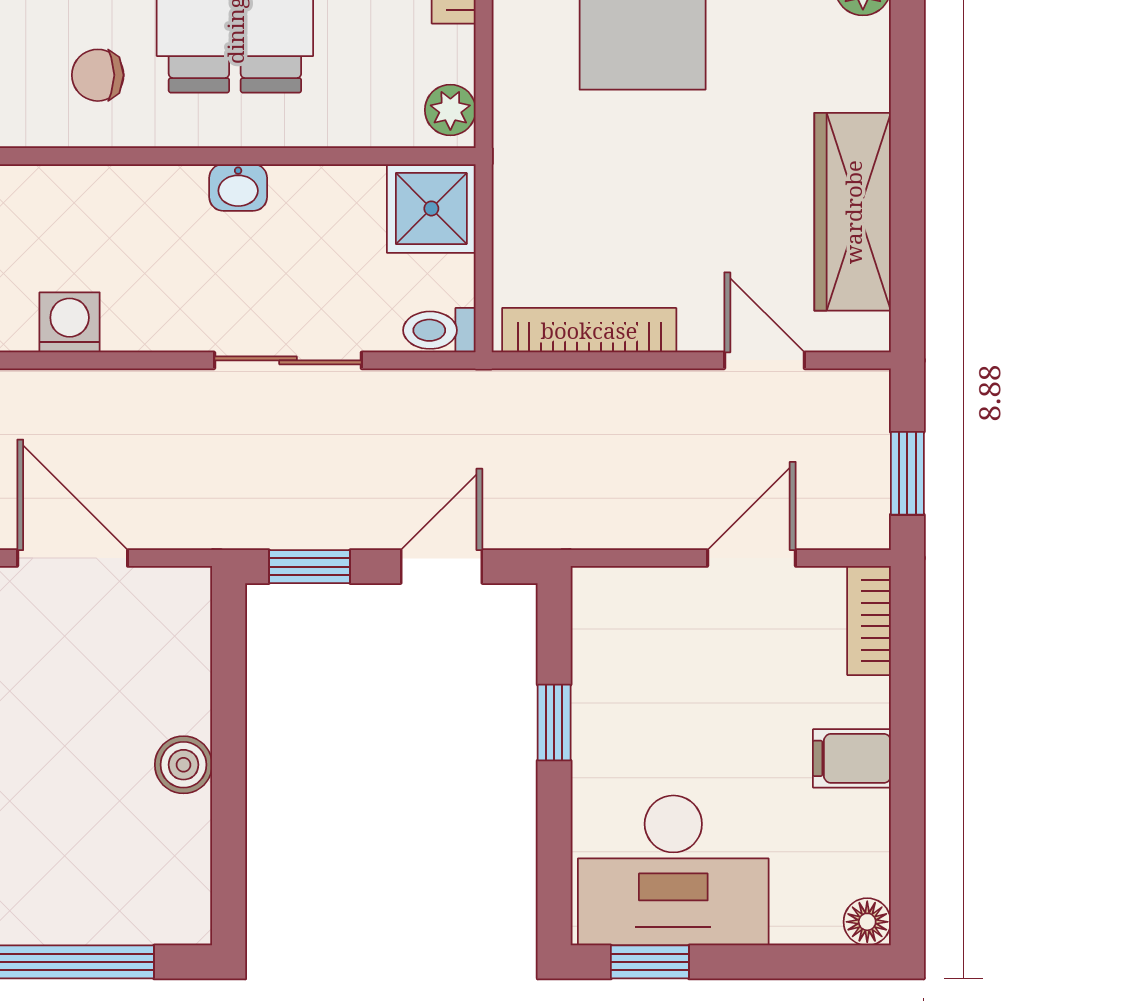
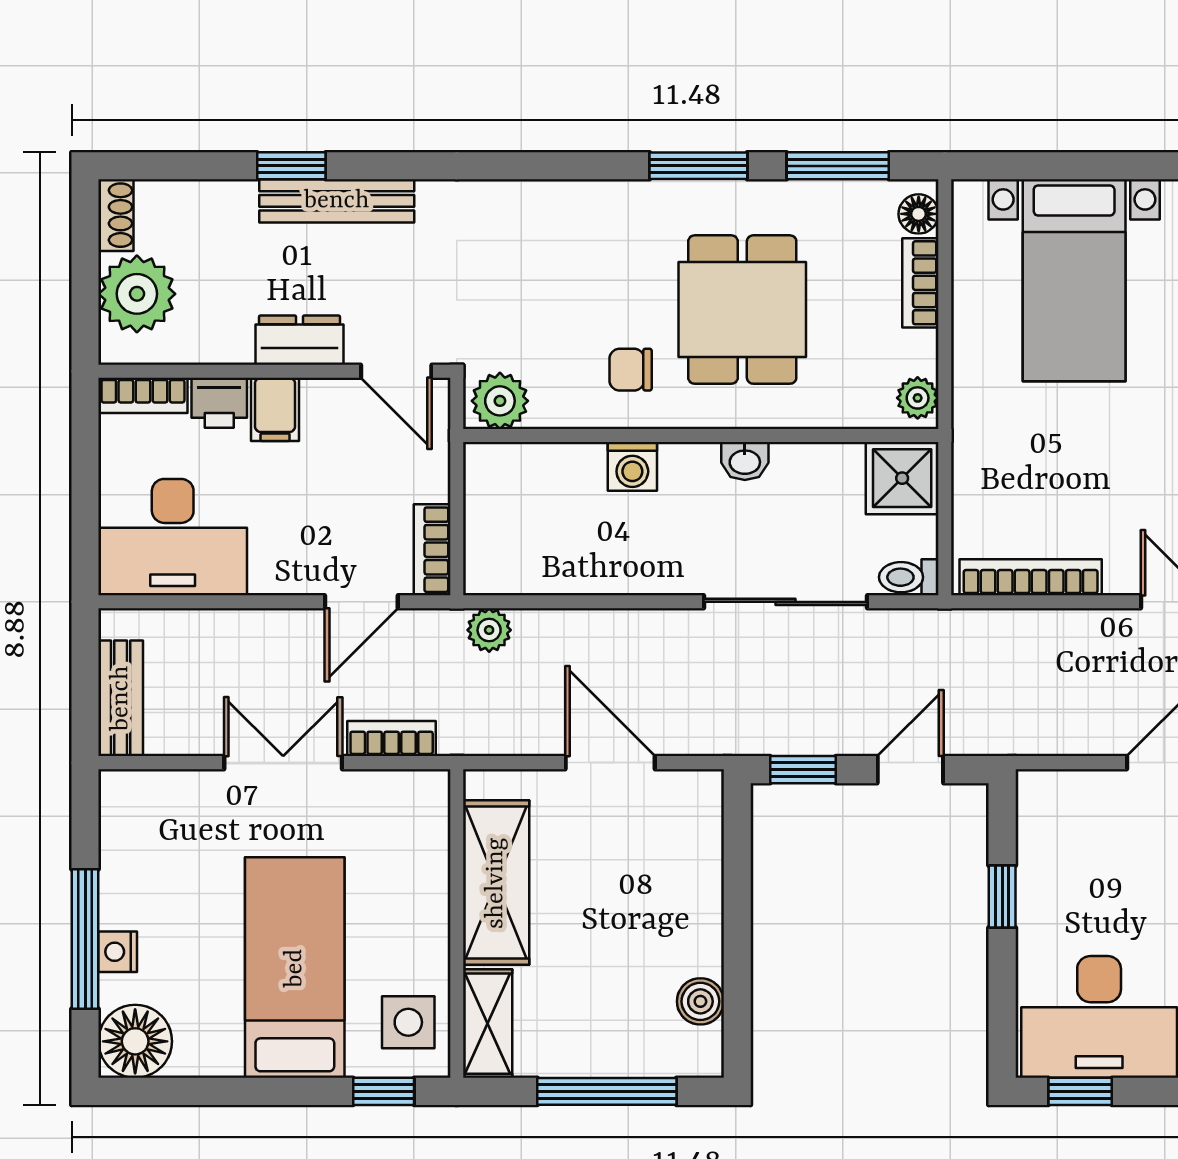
washing machine: (70, 322) -> (632, 466), moved, turned 180
sliding door: (288, 360) -> (785, 602), width x1.37
boiler: (184, 765) -> (700, 1001), moved

